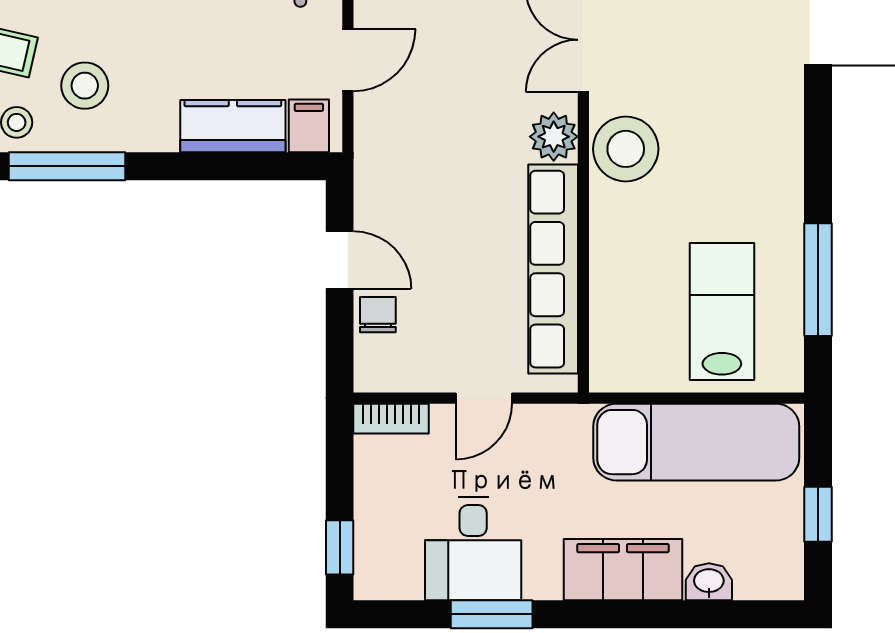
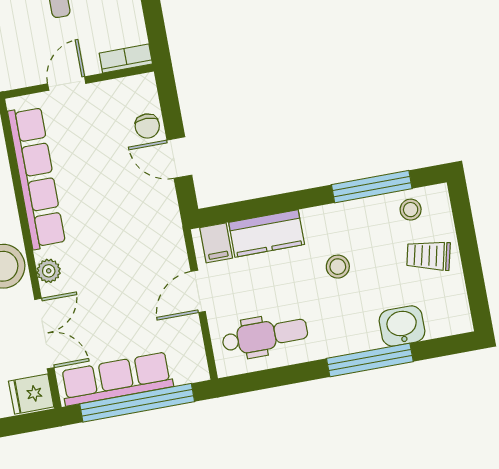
stool: (85, 86) -> (338, 267), moved, width x0.73, depth x0.73
plant: (554, 137) -> (49, 271), width x0.73, depth x0.73

